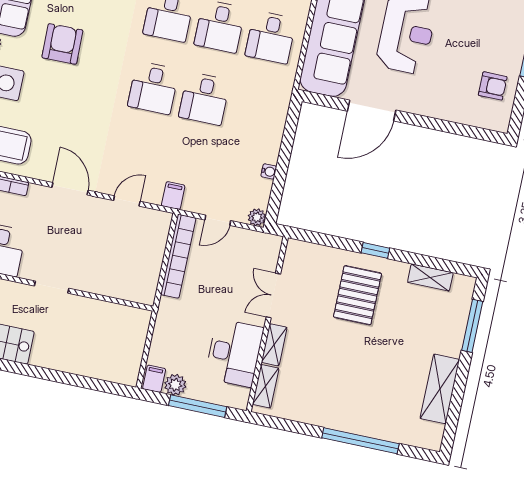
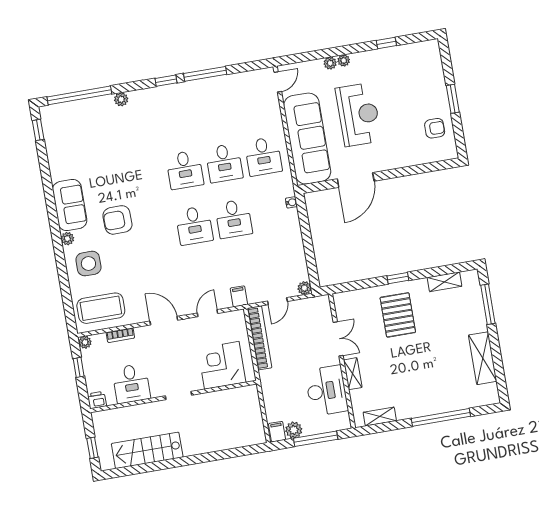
armchair: (62, 44) -> (117, 220), turned -90
water cooler: (269, 171) -> (291, 202), moved
corner desk: (119, 271) -> (222, 365), added
double door: (273, 295) -> (338, 339), swing flipped
shelving: (266, 386) -> (380, 417), moved, turned 90

